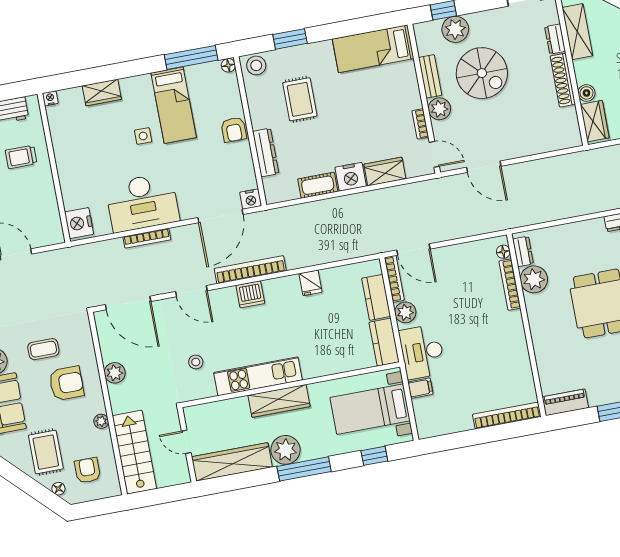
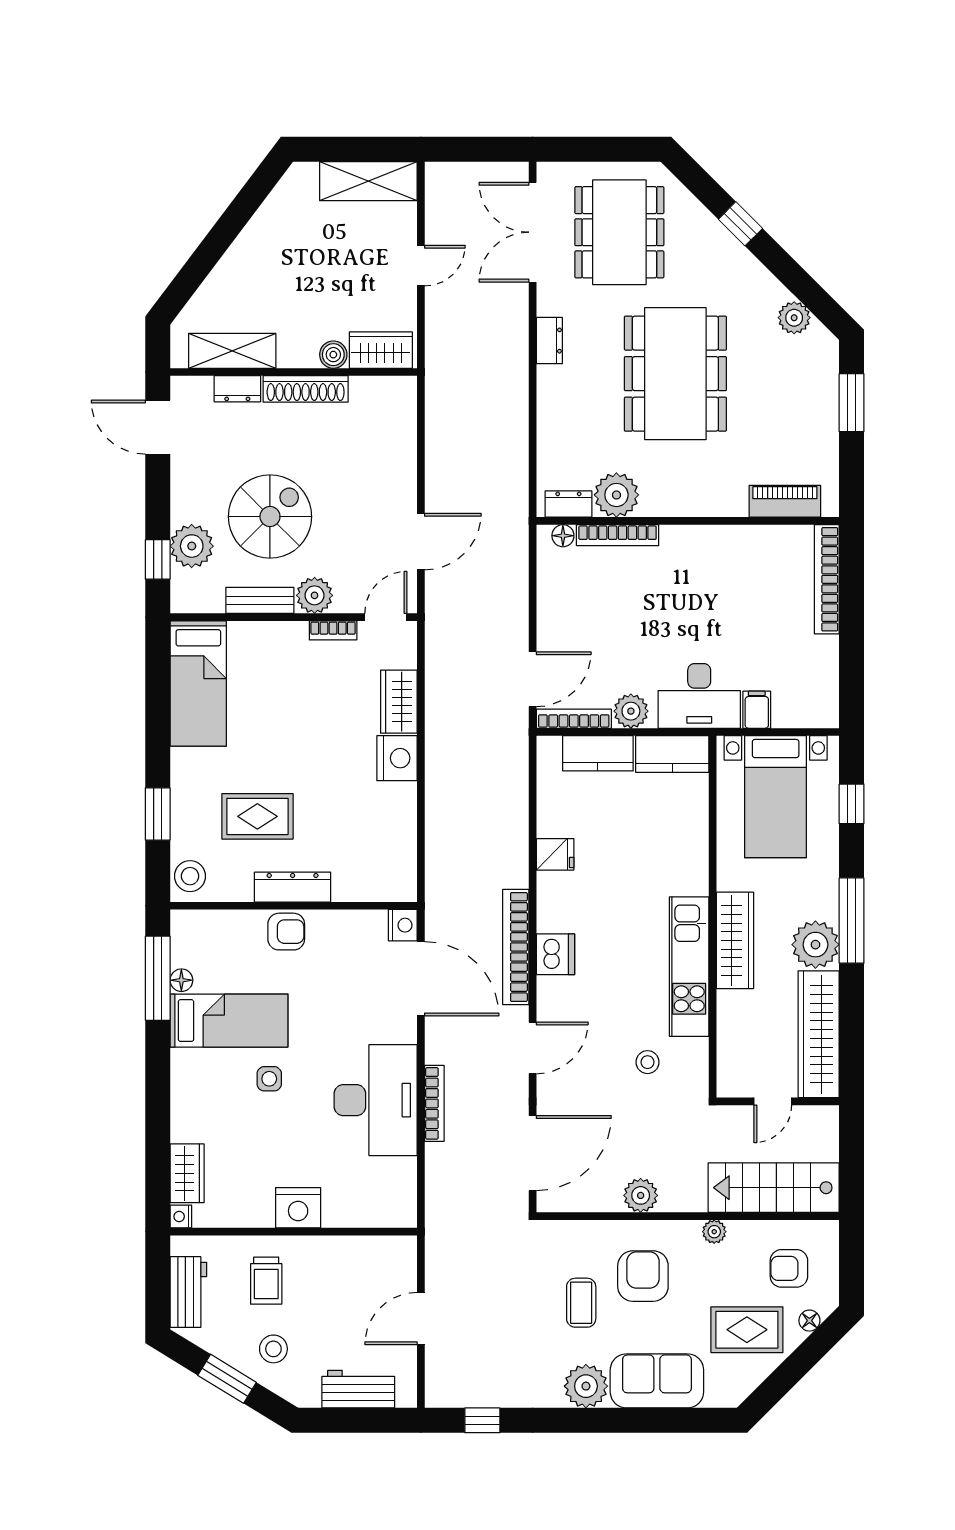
floor lamp: (228, 65) -> (181, 980), moved
wardrobe: (102, 93) -> (187, 1173), moved
dresser: (266, 153) -> (293, 887), moved
cot: (318, 185) -> (401, 813), removed
nightstand: (79, 223) -> (298, 1208), moved
piano: (565, 402) -> (785, 501), moved, turned 90

